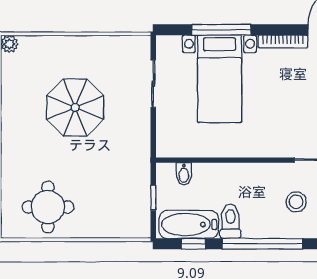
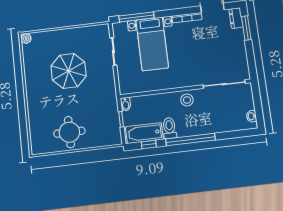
window: (221, 30) -> (136, 17), moved
bidet: (184, 174) -> (126, 104), moved
stool: (296, 202) -> (187, 100), moved
round table: (48, 207) -> (69, 132), moved

